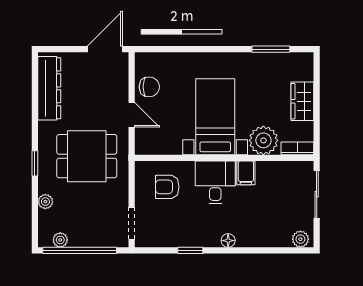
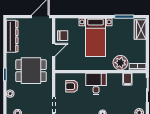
wardrobe: (302, 101) -> (140, 29), moved
door: (132, 115) -> (54, 50), hinge flipped
bed with nightstands: (215, 117) -> (95, 37), moved, turned 180
filing cabinet: (246, 173) -> (127, 79), moved

